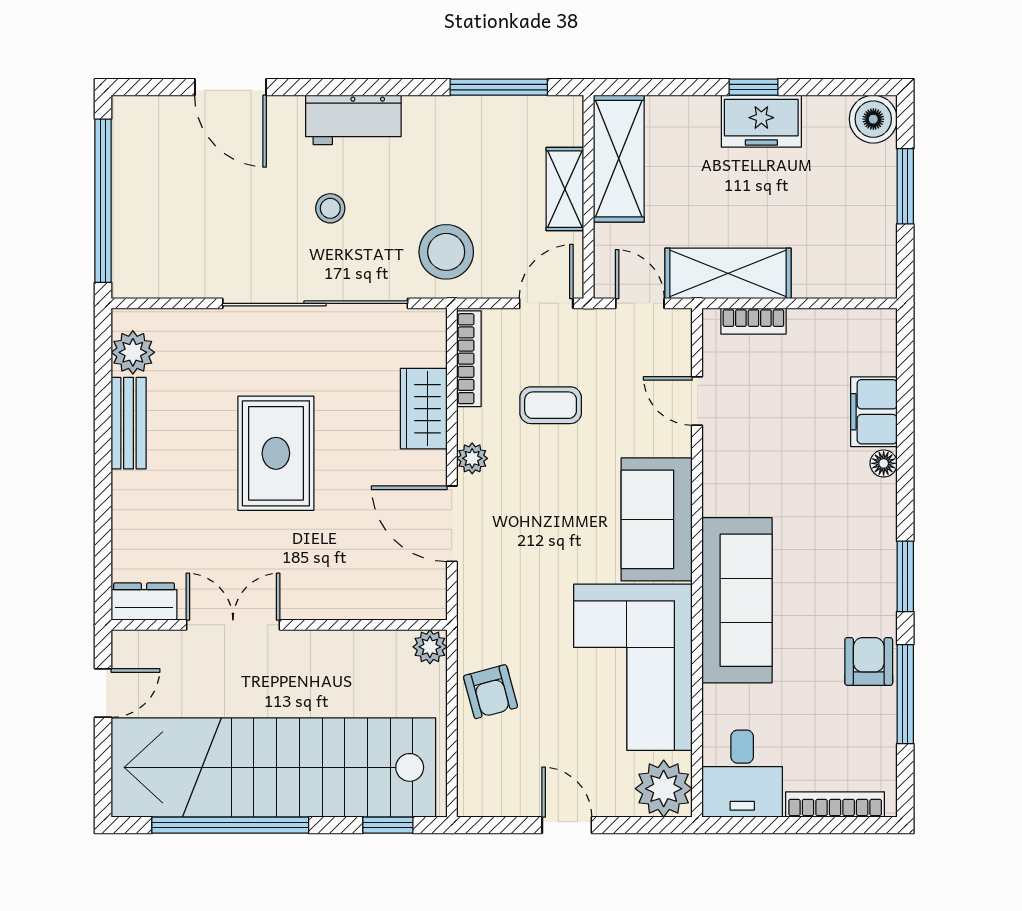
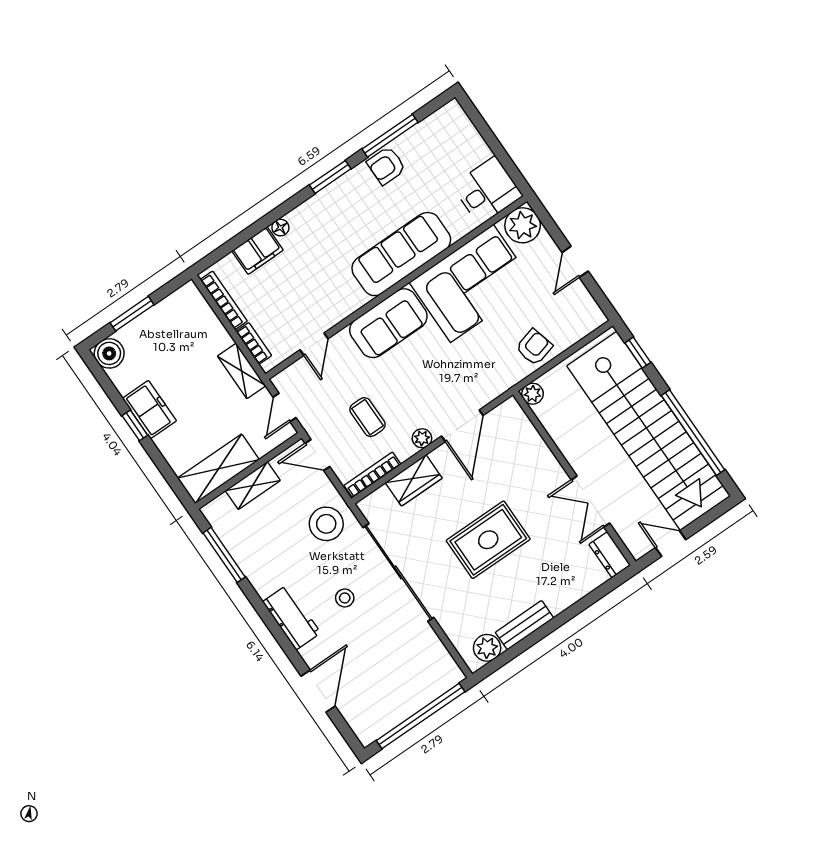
shelving: (728, 273) -> (242, 371), width x0.67, depth x0.75
bookcase: (835, 804) -> (224, 300), moved, turned 180

